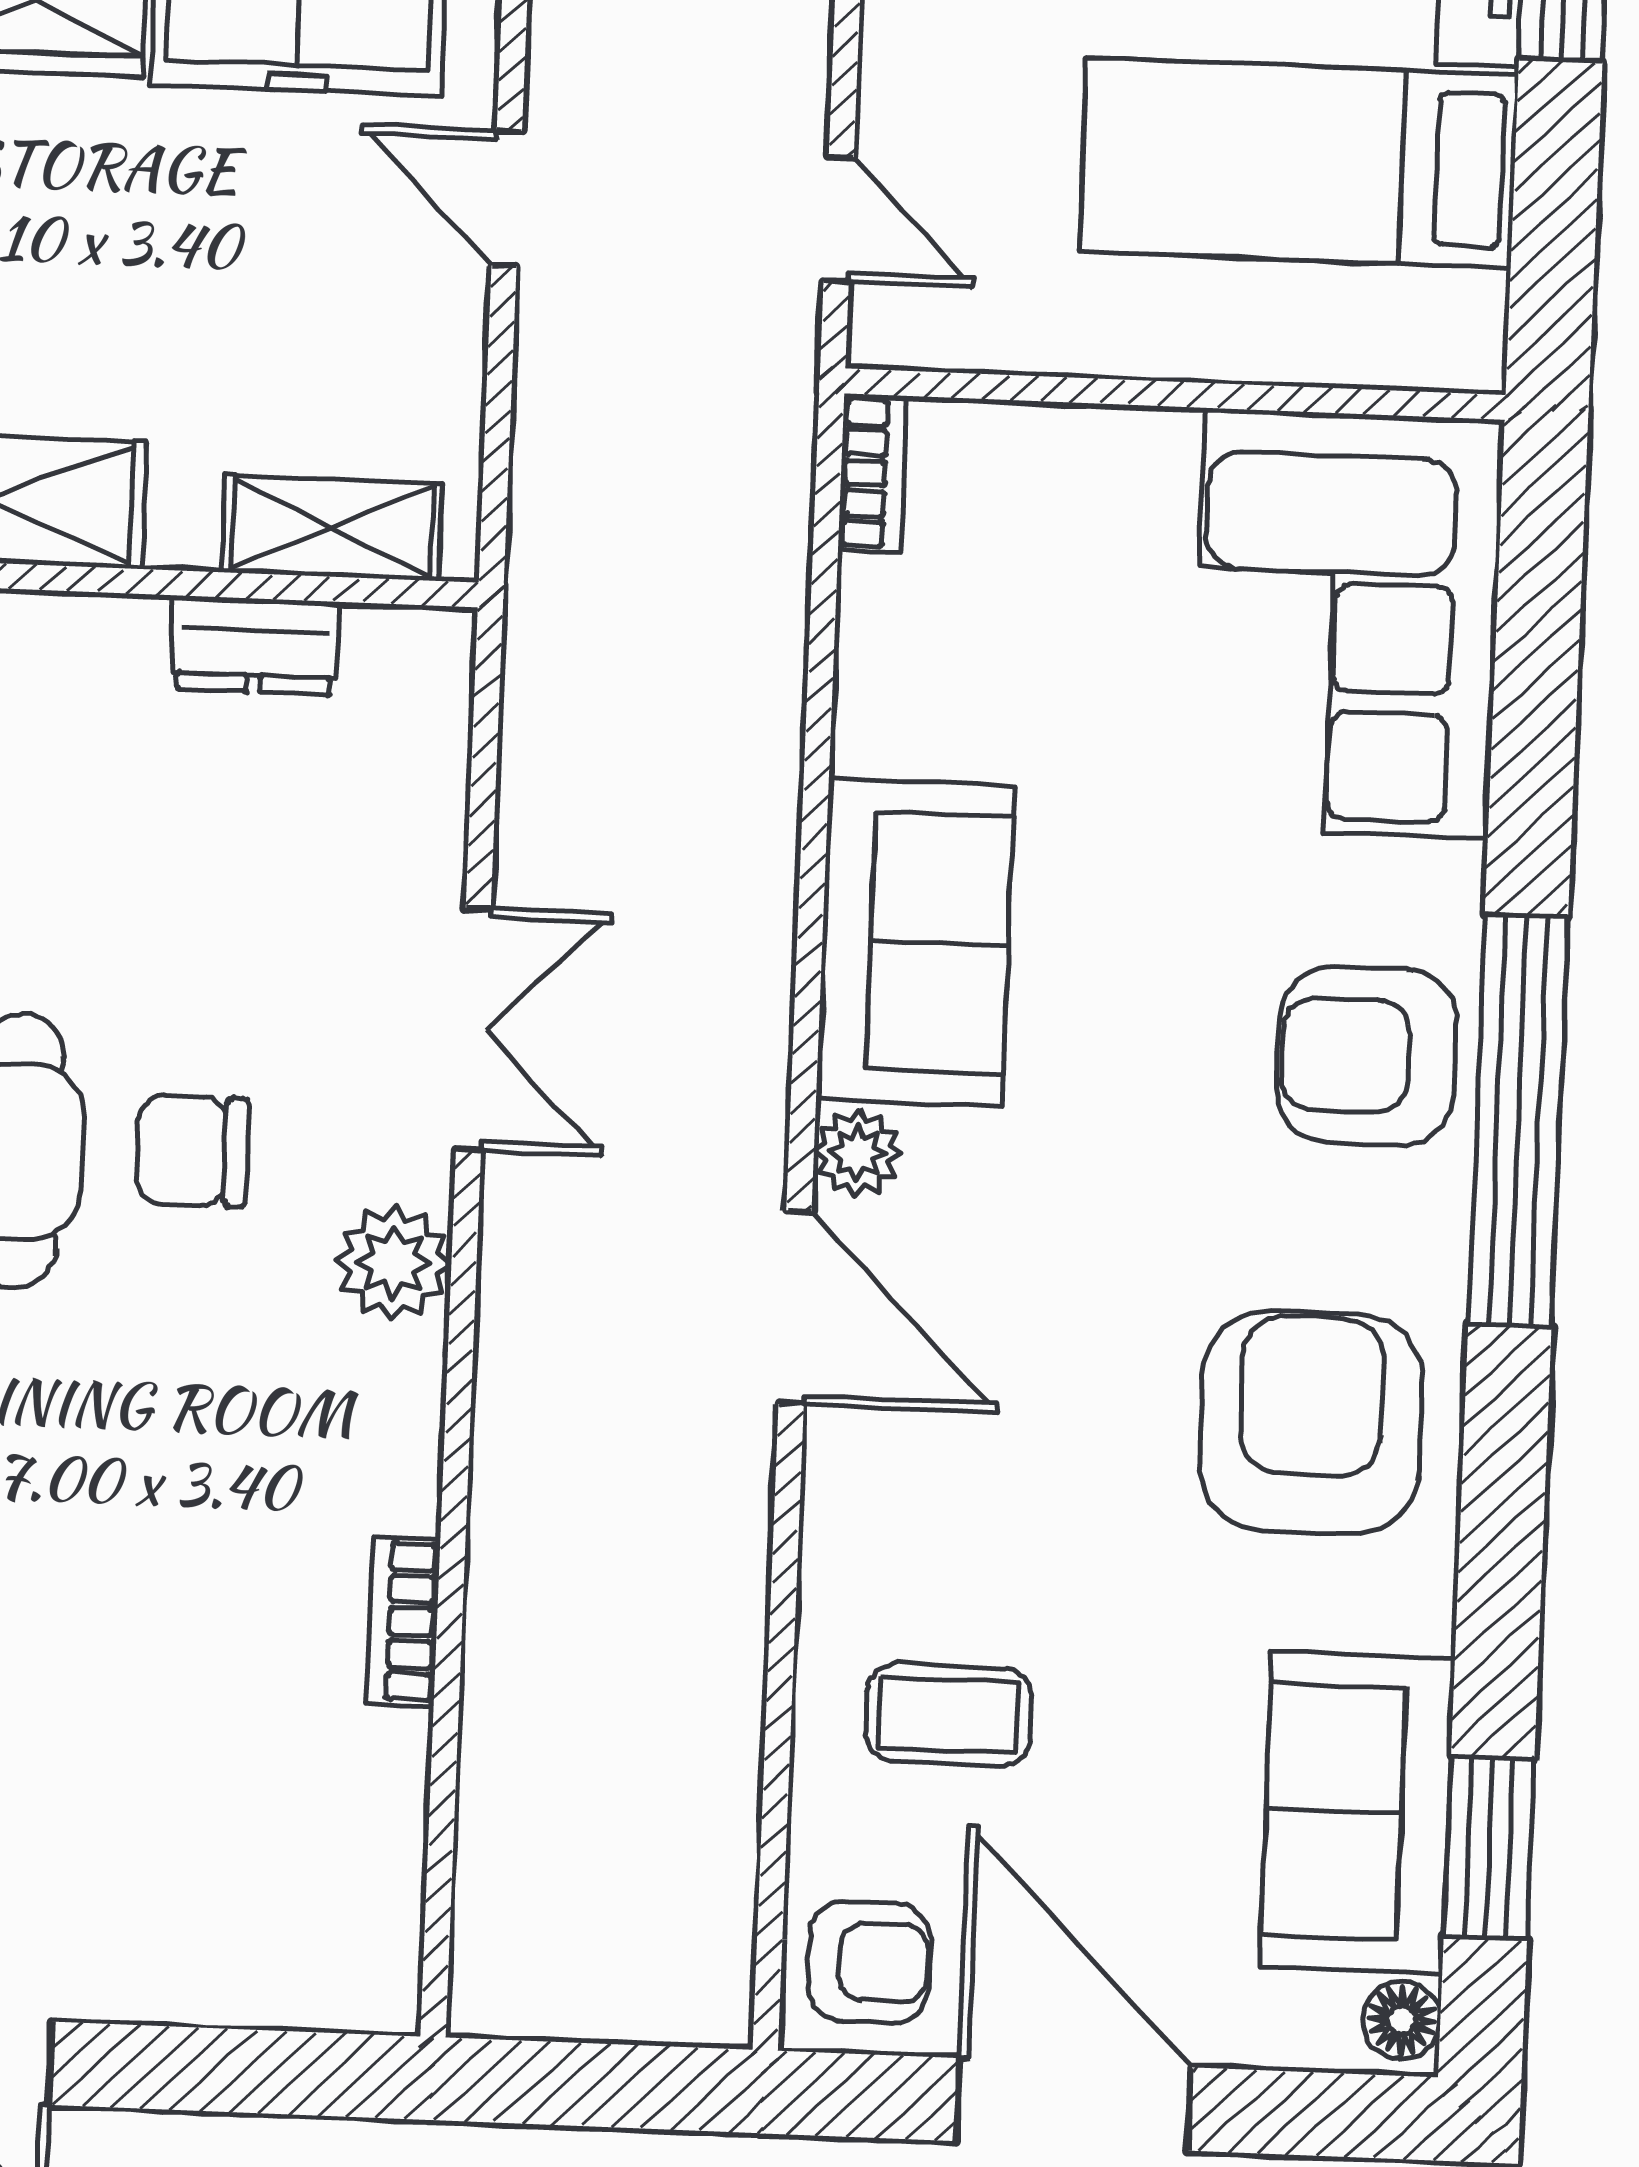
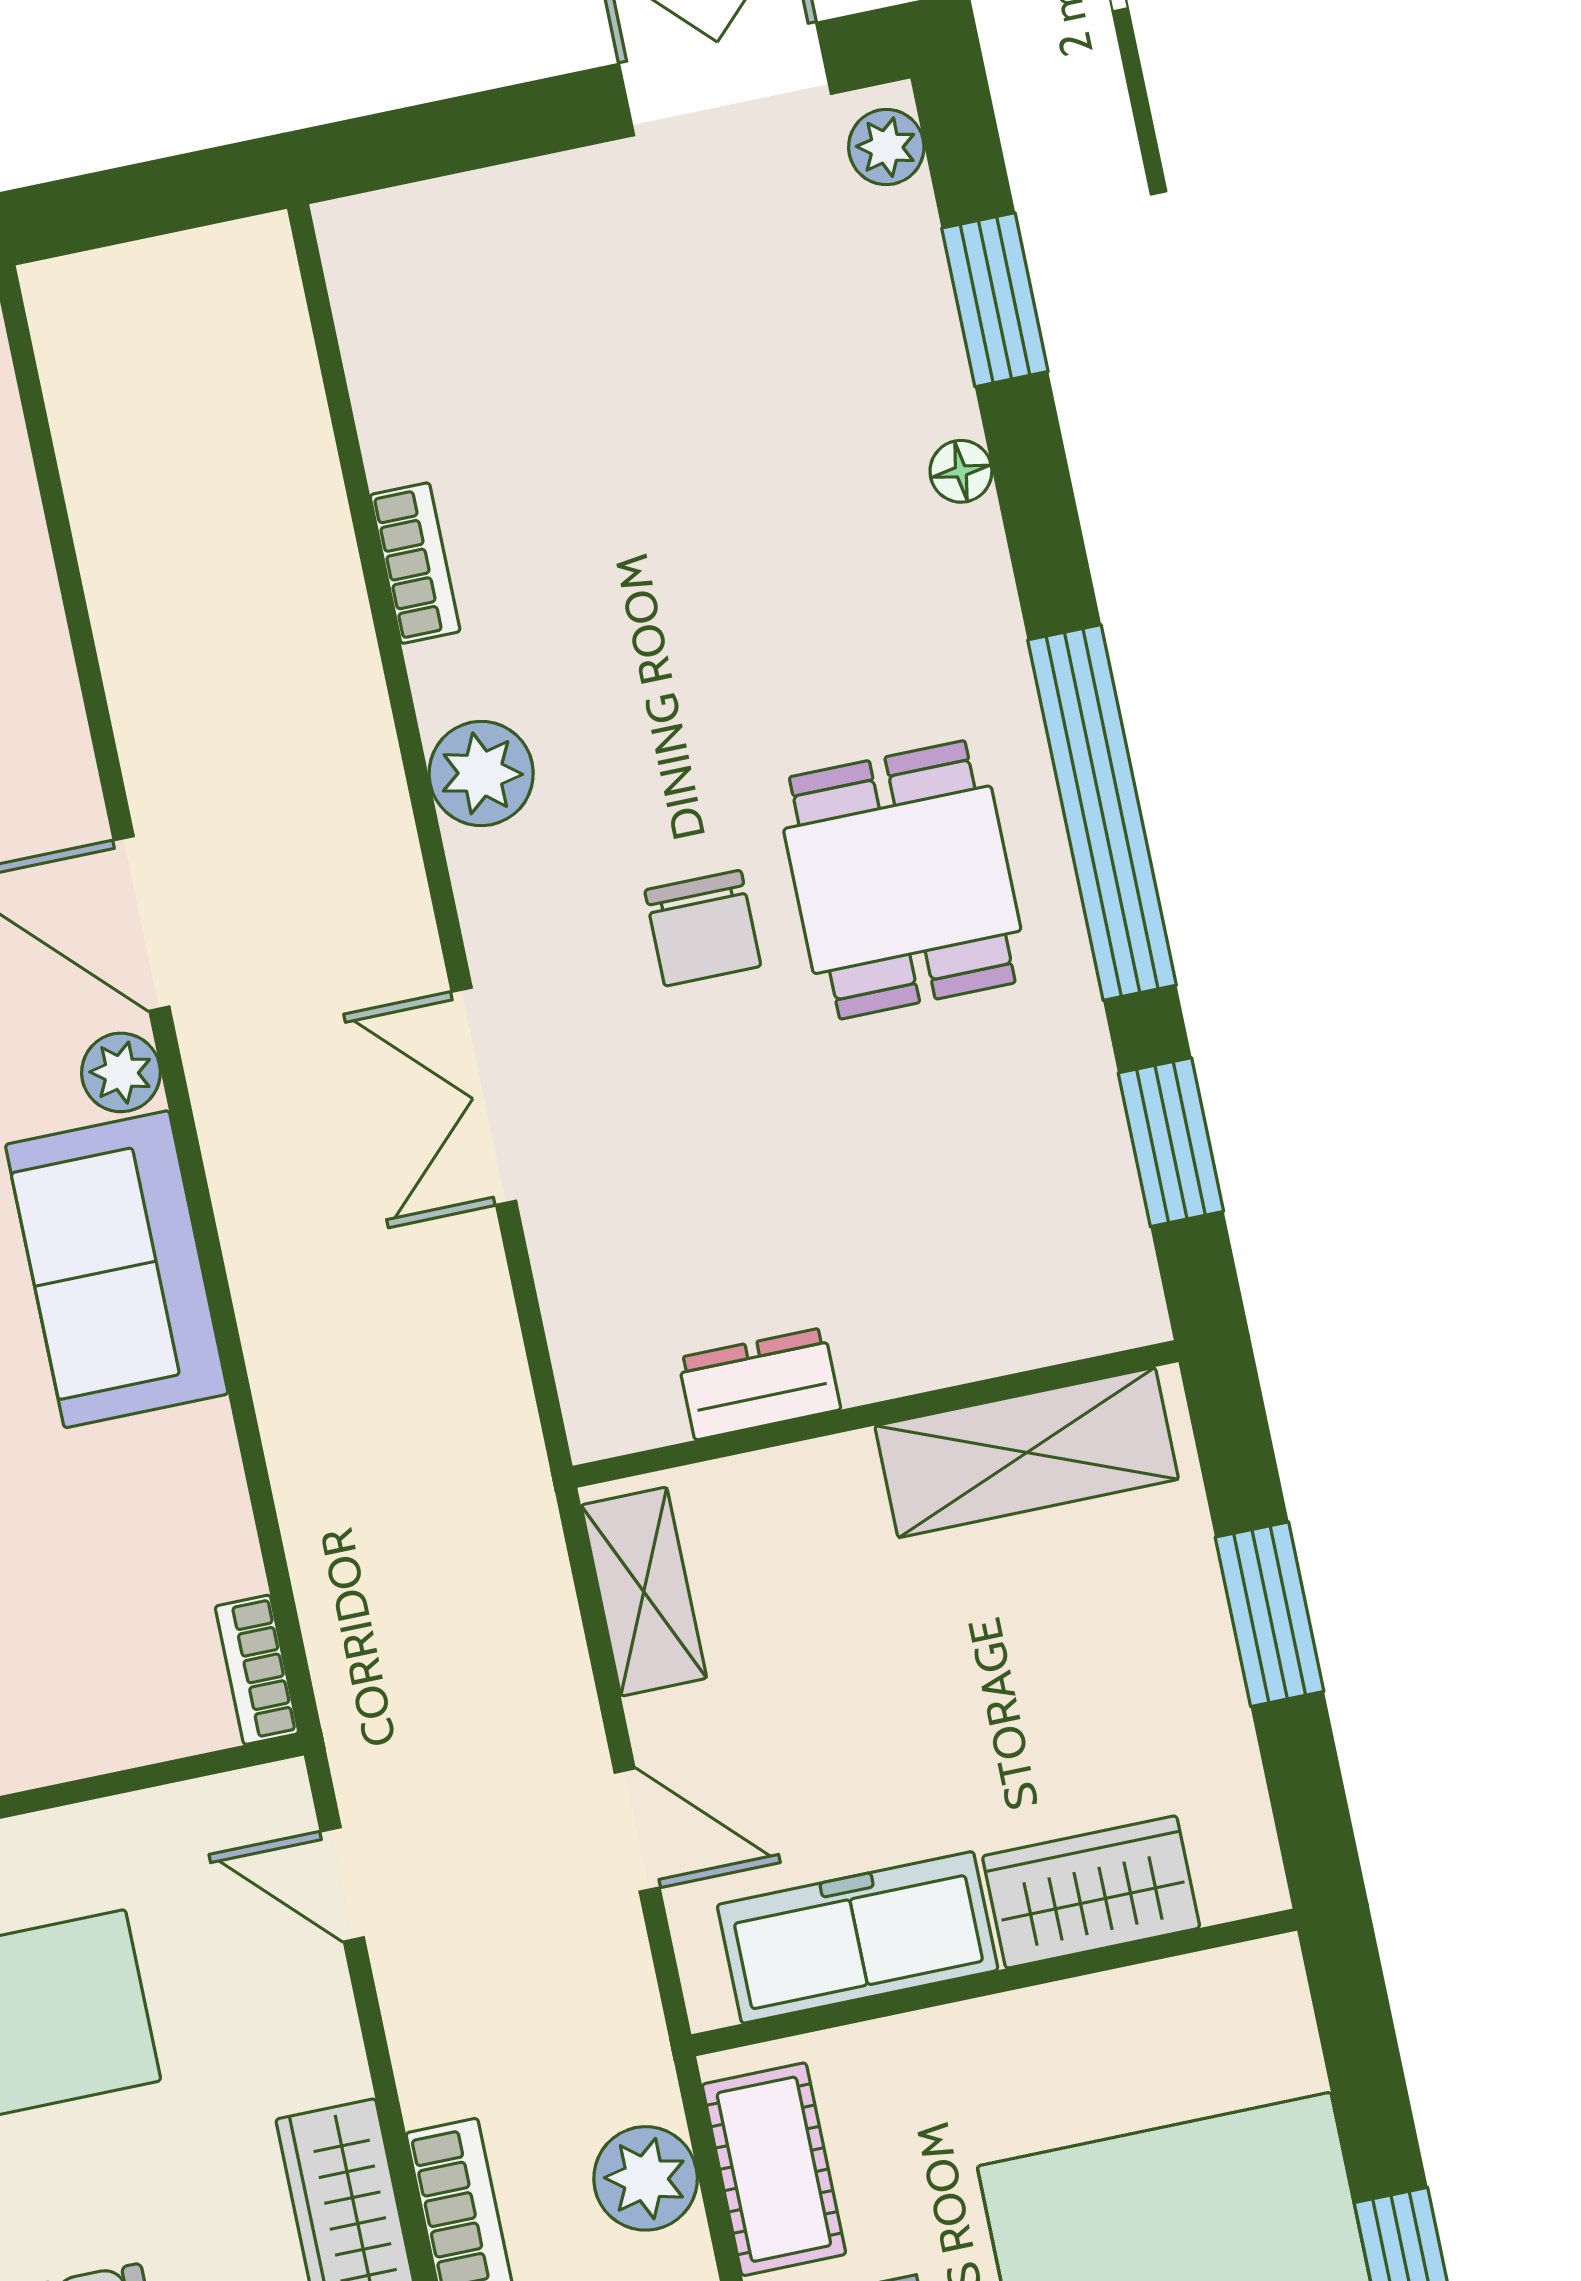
shelving: (332, 528) -> (644, 1592), moved, turned 90
chair: (192, 1151) -> (703, 928), turned 90
plant: (394, 1263) -> (481, 774), moved

